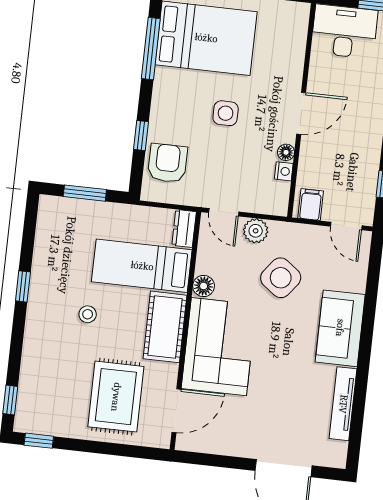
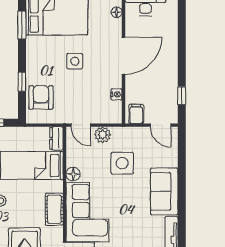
window: (151, 49) -> (22, 25), width x0.69
door: (301, 113) -> (124, 56), width x1.36
floor lamp: (286, 152) -> (117, 12), moved
side table: (281, 278) -> (122, 163), turned -37
cot: (165, 327) -> (54, 209), width x0.73, depth x0.75

